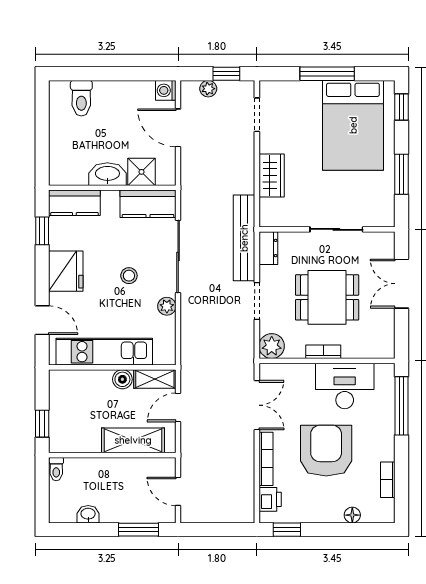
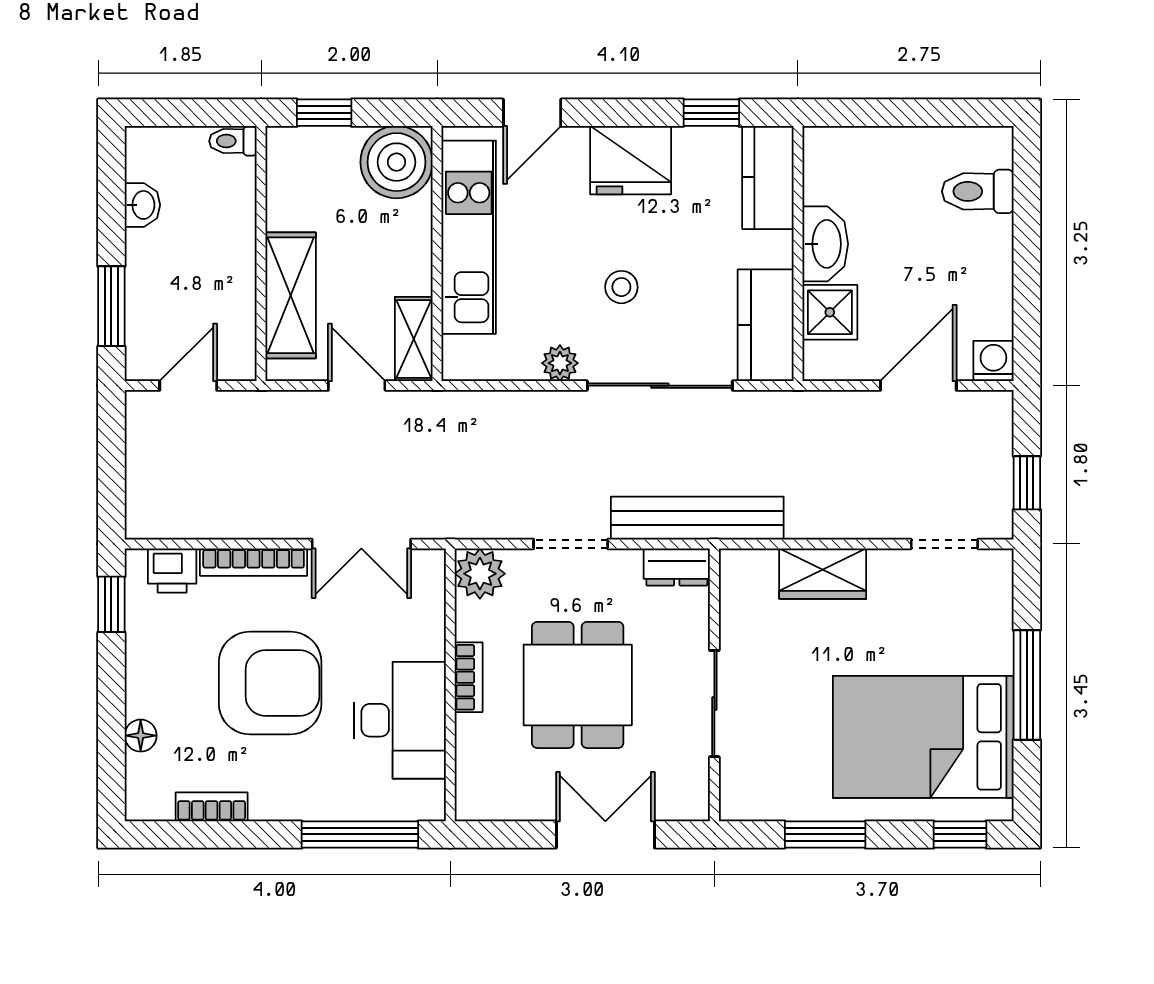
plant: (208, 89) -> (997, 446), removed
boiler: (122, 379) -> (397, 162), moved, width x1.86, depth x1.86

